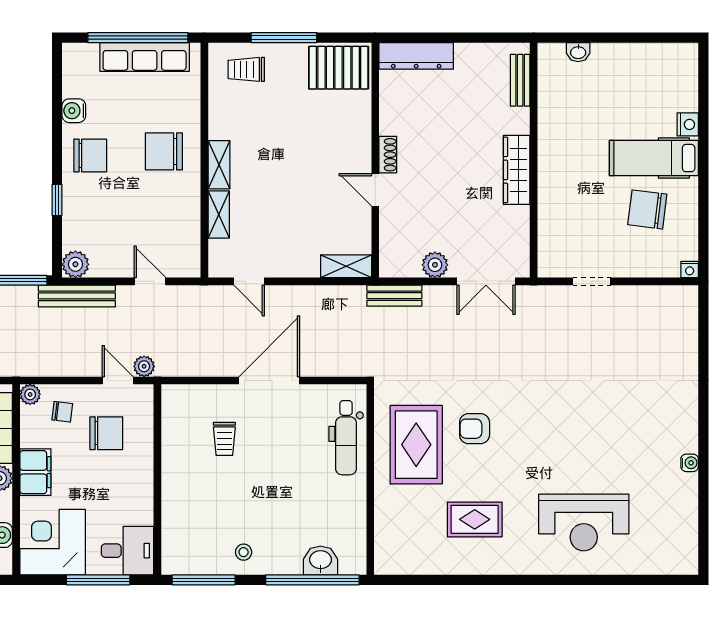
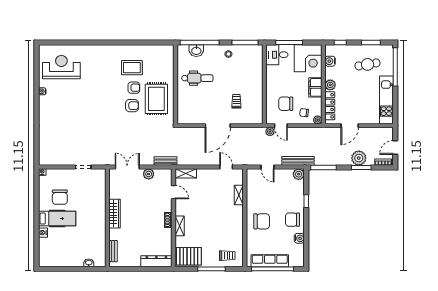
shelving: (219, 165) -> (180, 226), moved
door: (375, 190) -> (173, 192), moved
chair: (647, 209) -> (60, 197), turned 83
dental chair: (346, 438) -> (197, 78), moved, turned 90
armchair: (470, 472) -> (134, 88), added
reception desk: (584, 522) -> (61, 67), moved

